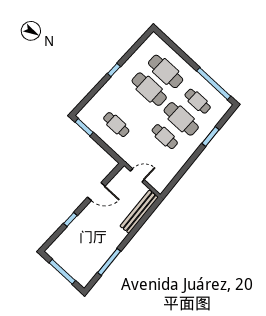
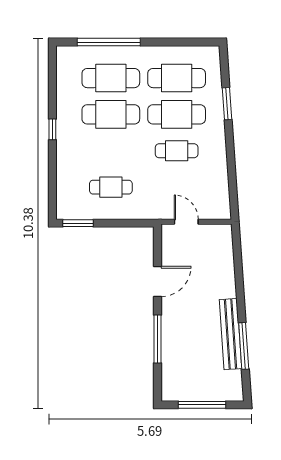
window: (214, 84) -> (109, 42), moved
cafe table: (198, 101) -> (177, 78), width x1.37, depth x1.35
door: (137, 175) -> (186, 222), hinge flipped
bench: (139, 212) -> (230, 334), moved
window: (70, 220) -> (157, 339), width x2.17

